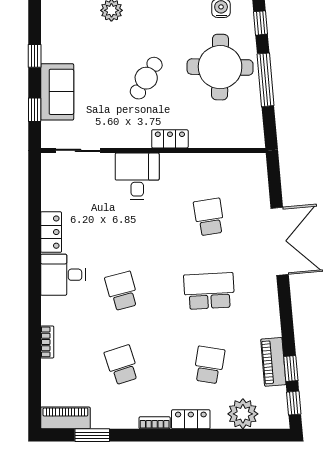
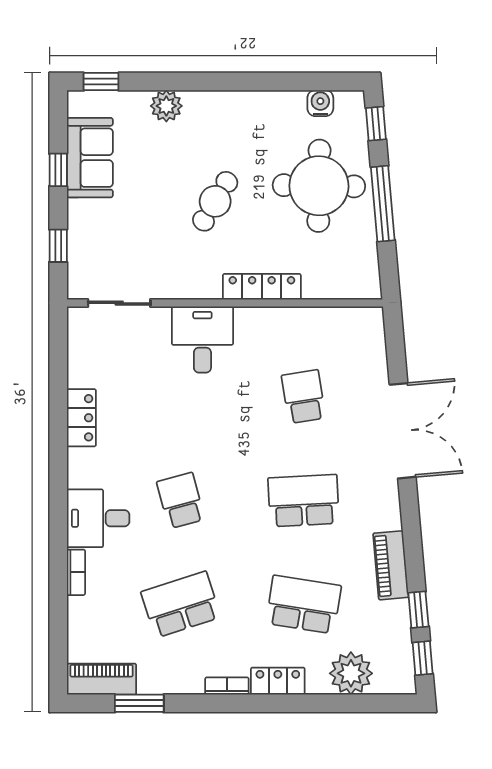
sofa: (57, 92) -> (90, 158), moved
locker: (170, 139) -> (262, 287), width x1.53
desk: (63, 275) -> (98, 518), moved
piano: (273, 362) -> (391, 565), moved
school desk: (122, 365) -> (181, 605), width x1.85
school desk: (209, 365) -> (304, 605), width x1.85

